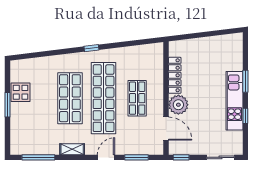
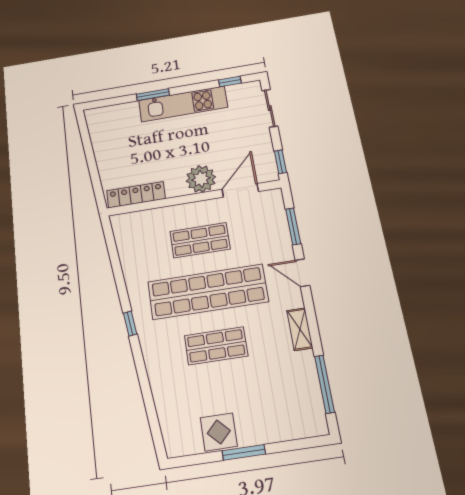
locker: (175, 75) -> (136, 195), moved
shop shelf: (70, 98) -> (216, 346), width x0.70, depth x0.74
window: (245, 116) -> (230, 82), moved

